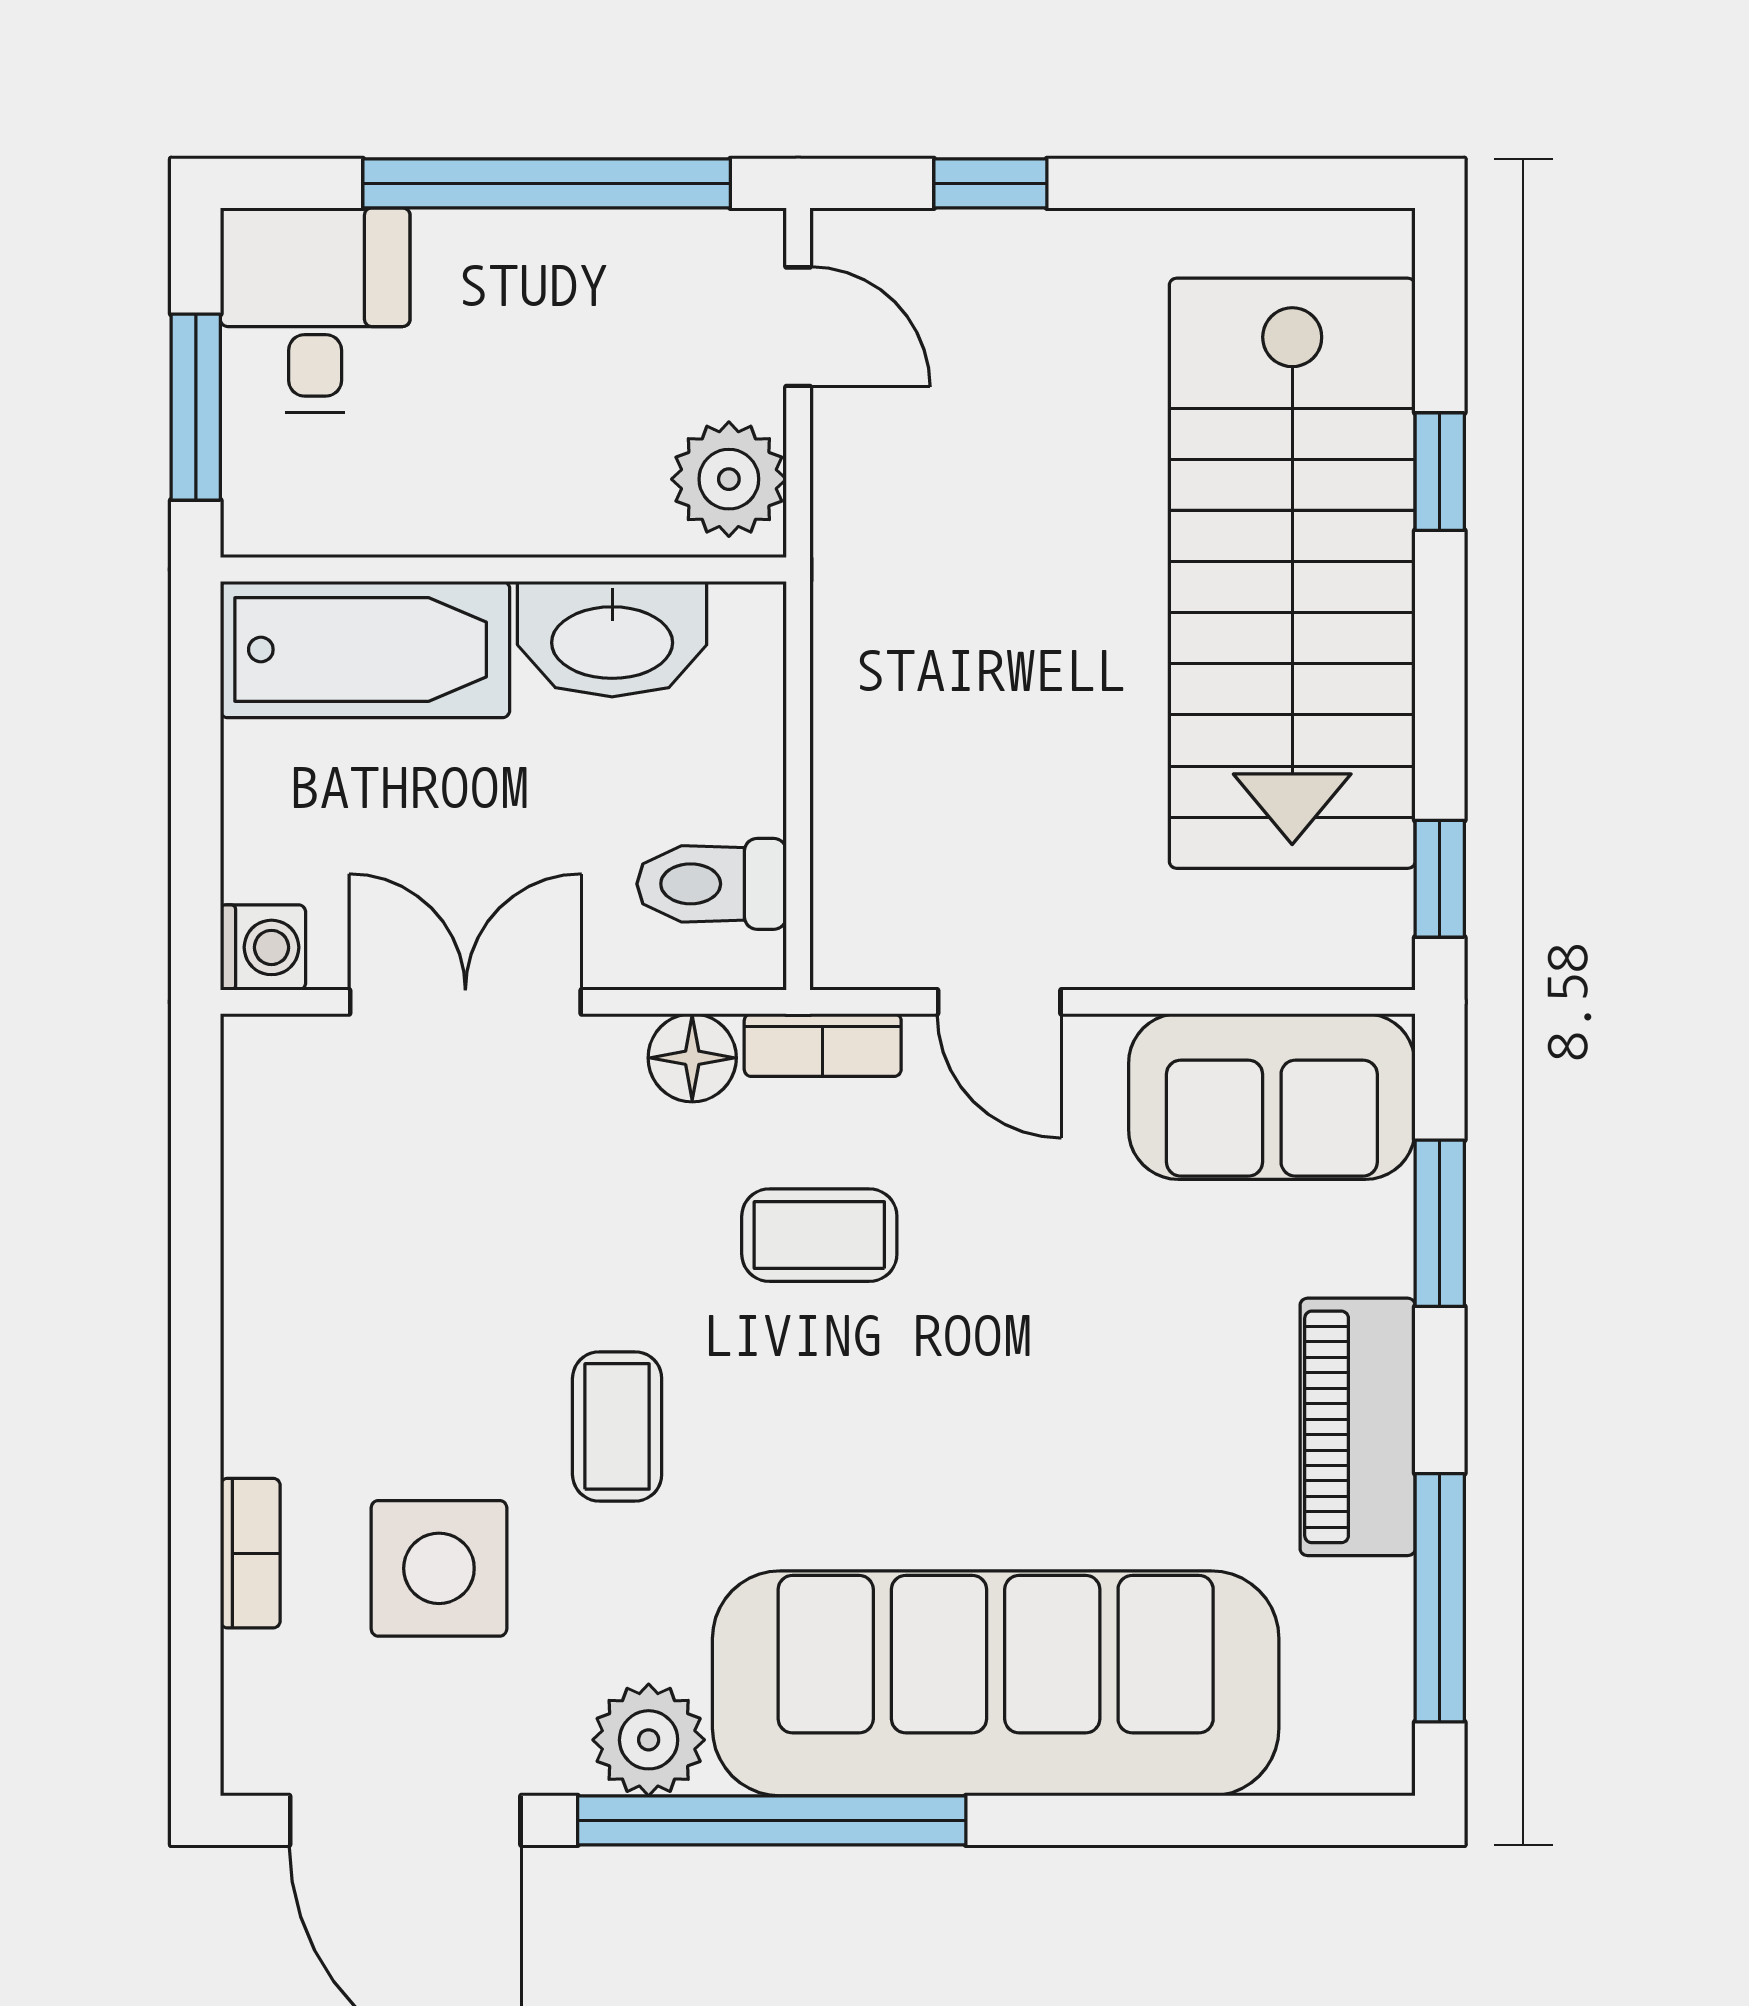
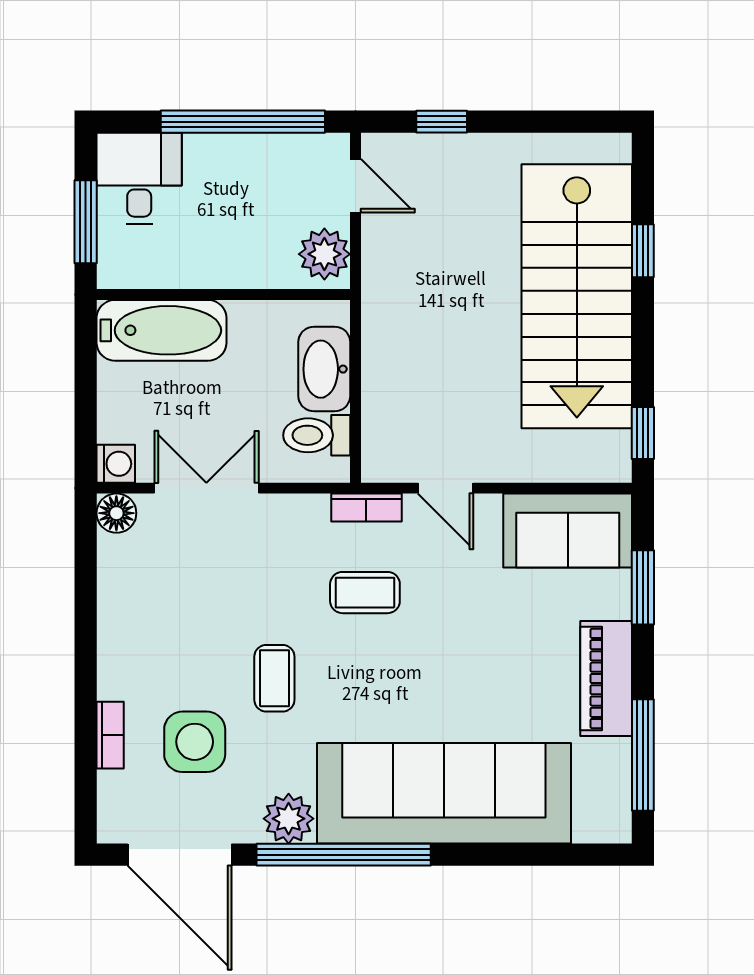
washbasin: (612, 639) -> (324, 369), moved, turned 90
floor lamp: (692, 1058) -> (116, 513), moved

